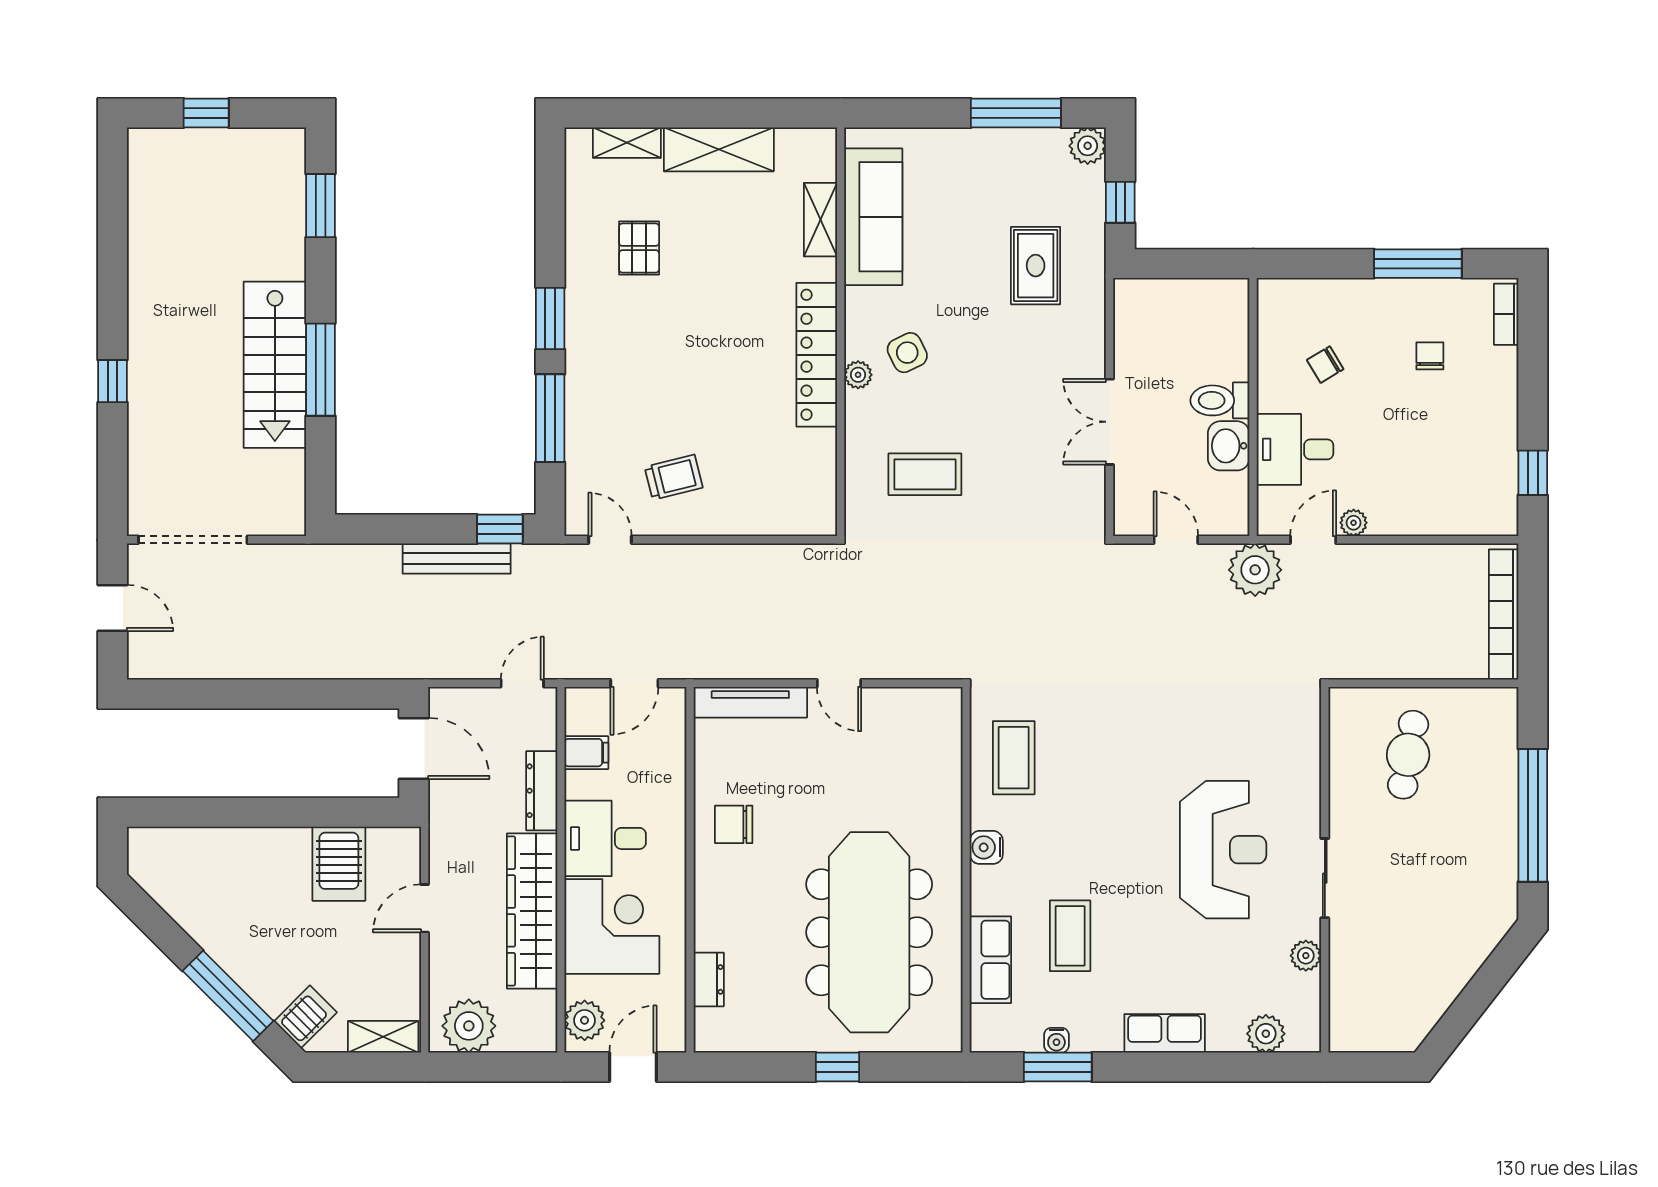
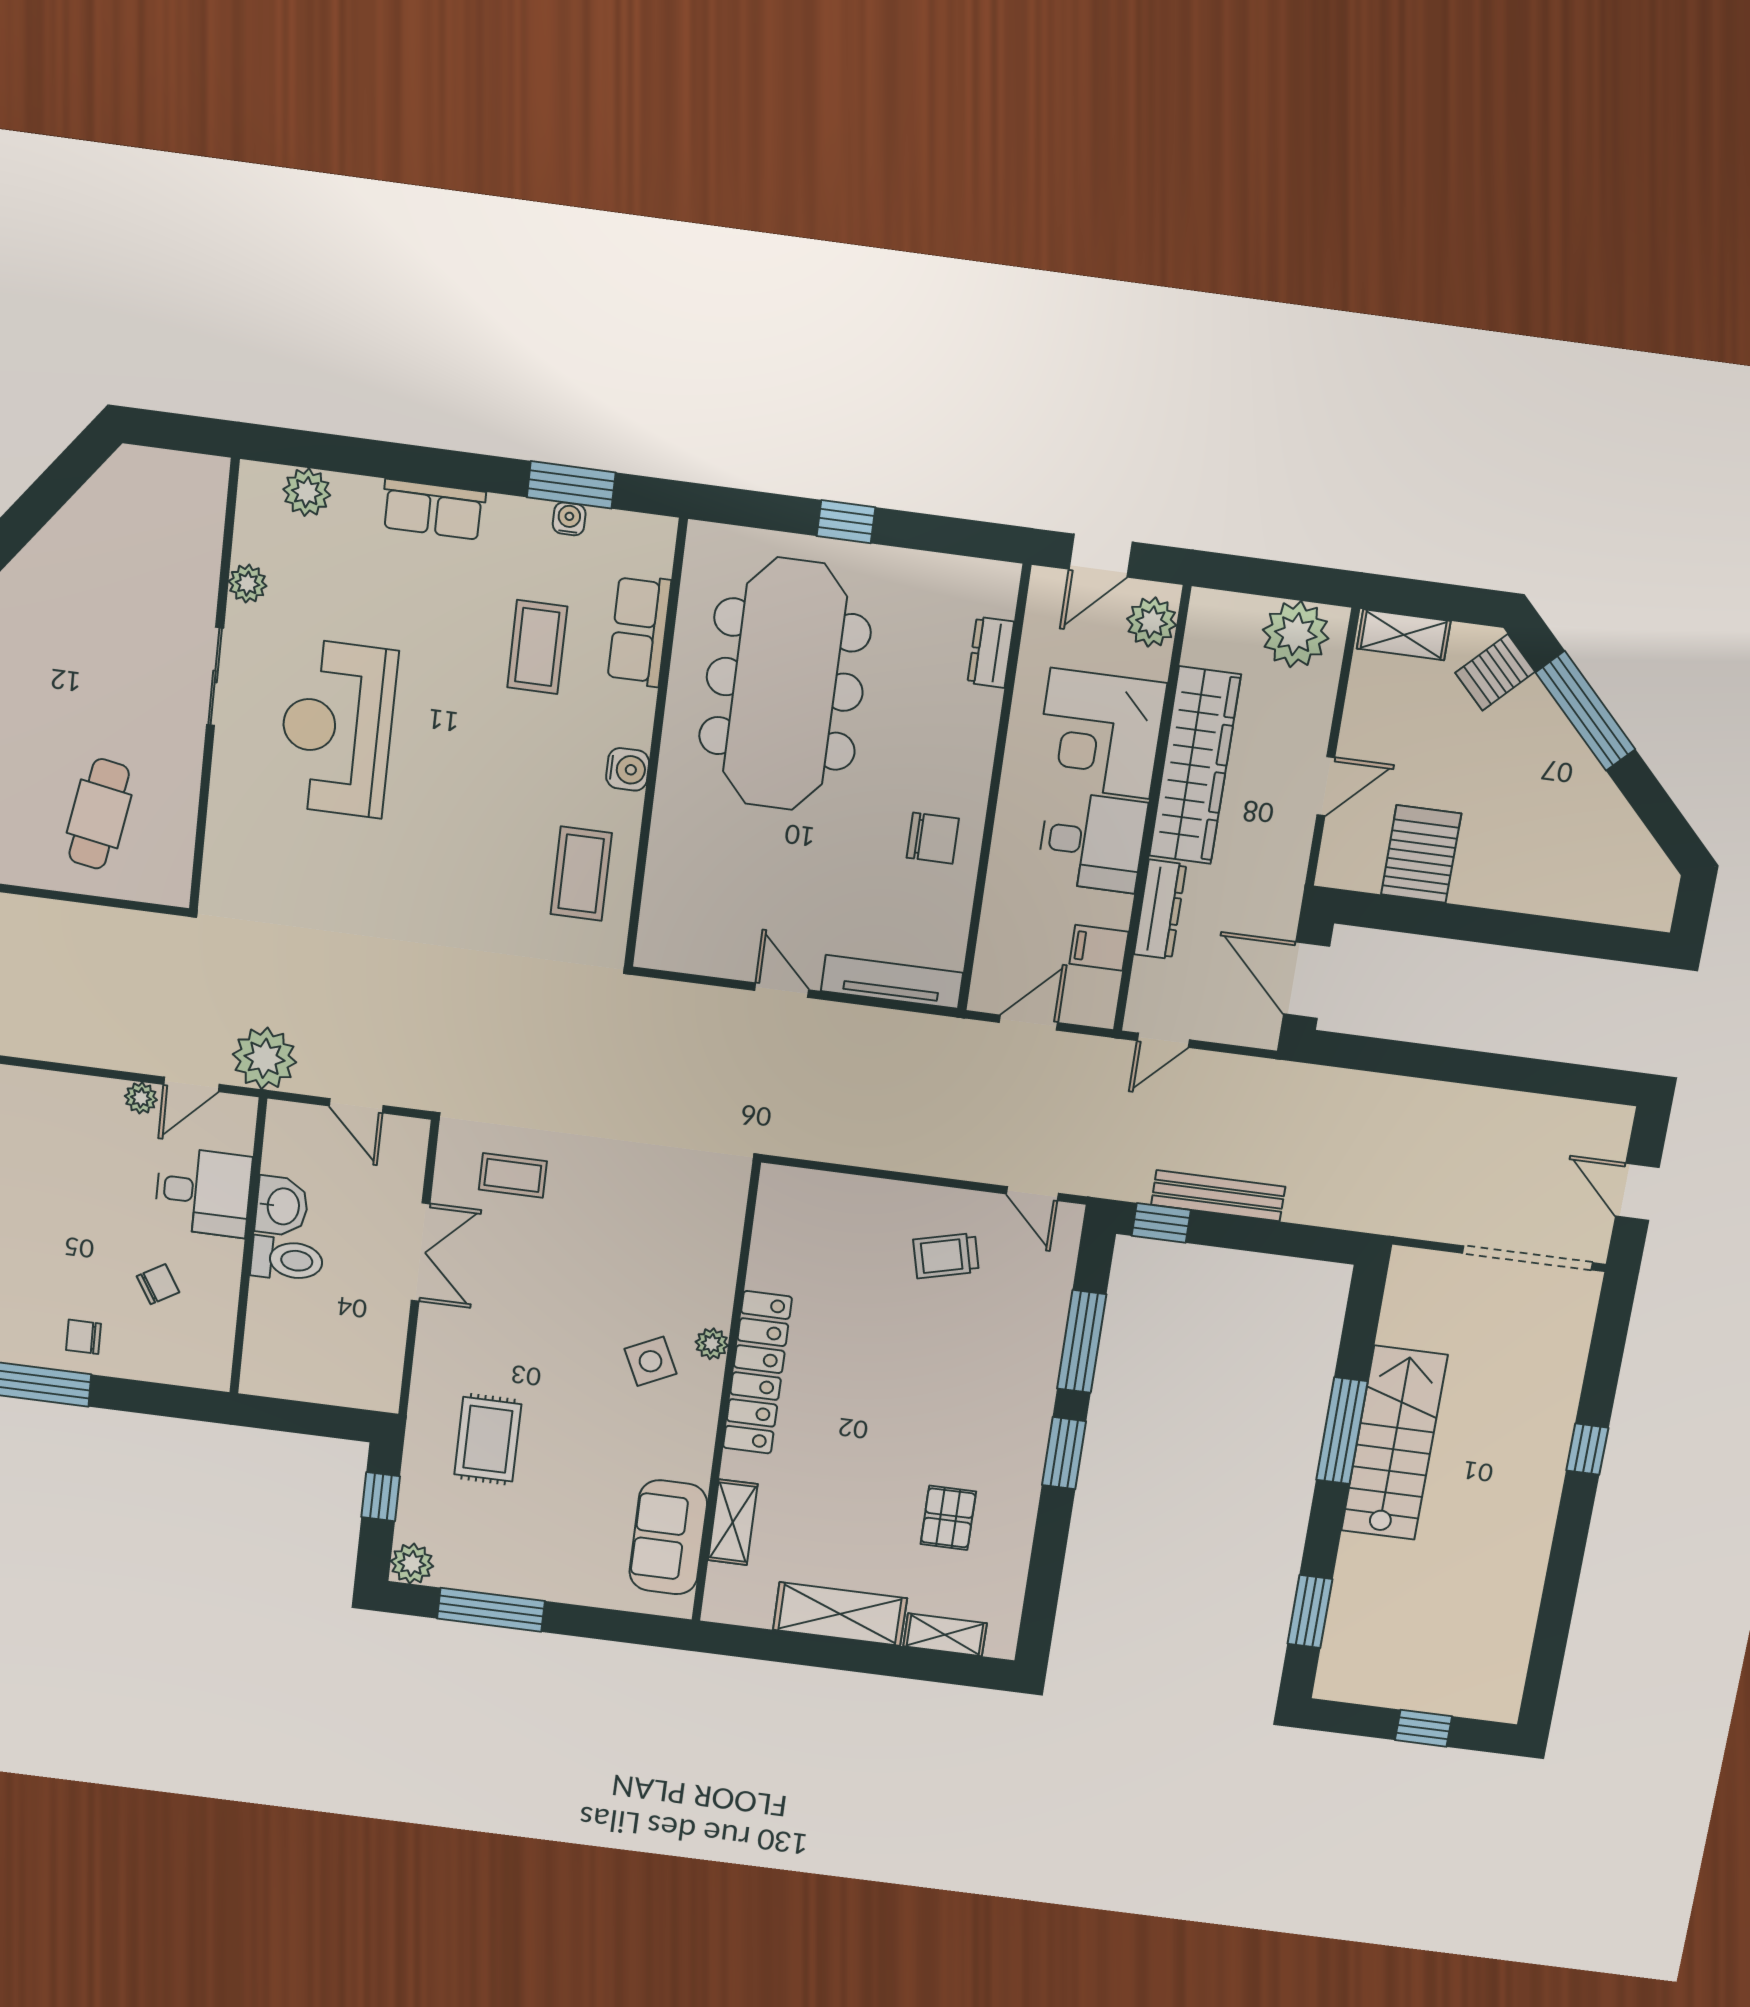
sofa: (873, 217) -> (668, 1537), width x0.73
chair: (1430, 356) -> (84, 1337), moved, turned 90
coffee table: (925, 474) -> (513, 1175), moved, width x0.73, depth x0.77

